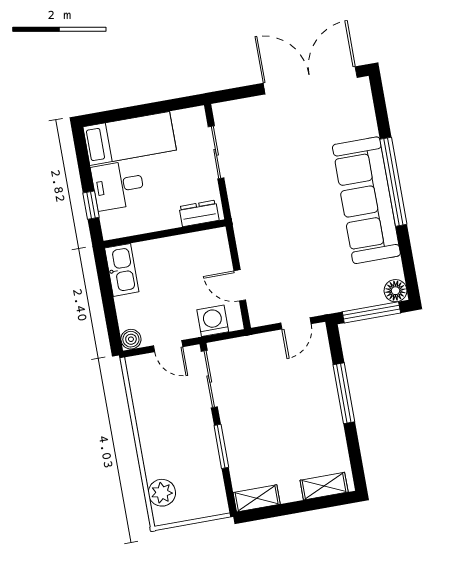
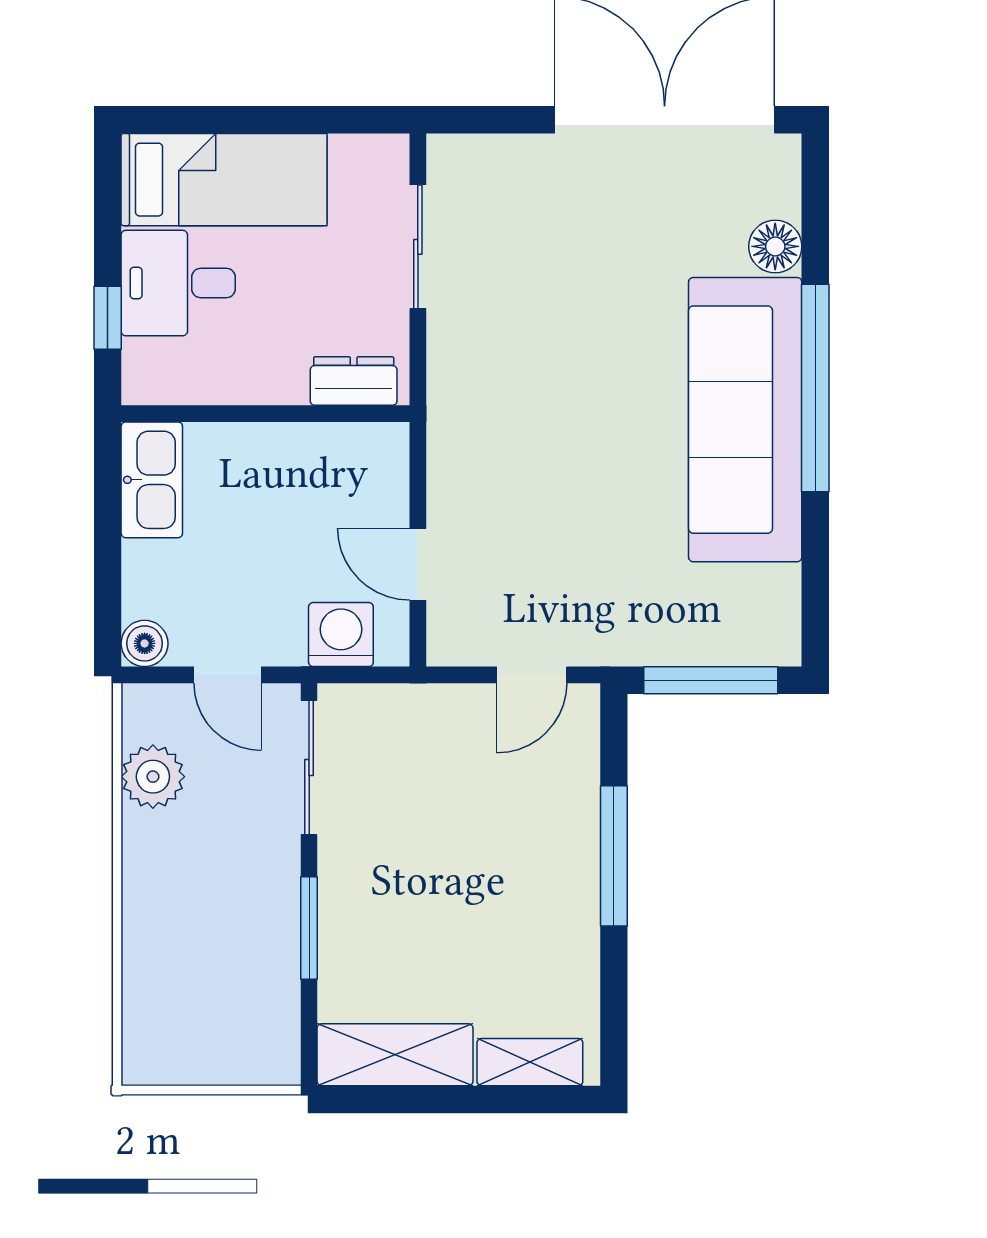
floor lamp: (396, 291) -> (775, 246), moved
plant: (162, 493) -> (153, 777), moved
shelving: (257, 498) -> (395, 1055), width x1.50, depth x1.33

